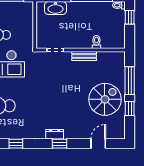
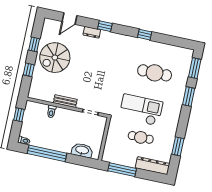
window: (130, 17) -> (19, 115), moved
window: (130, 81) -> (29, 70), width x0.46
dresser: (55, 134) -> (92, 32), moved

